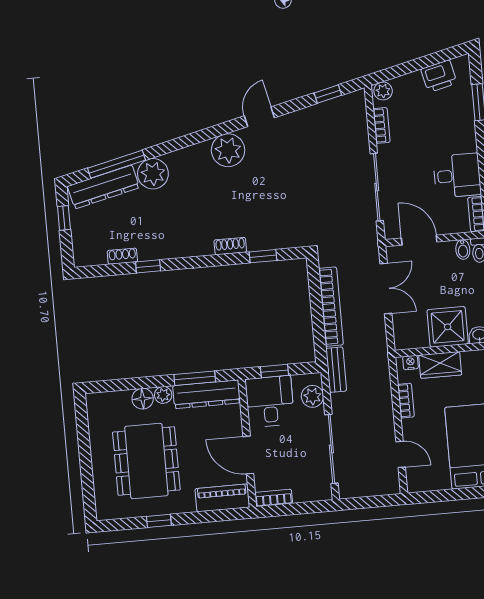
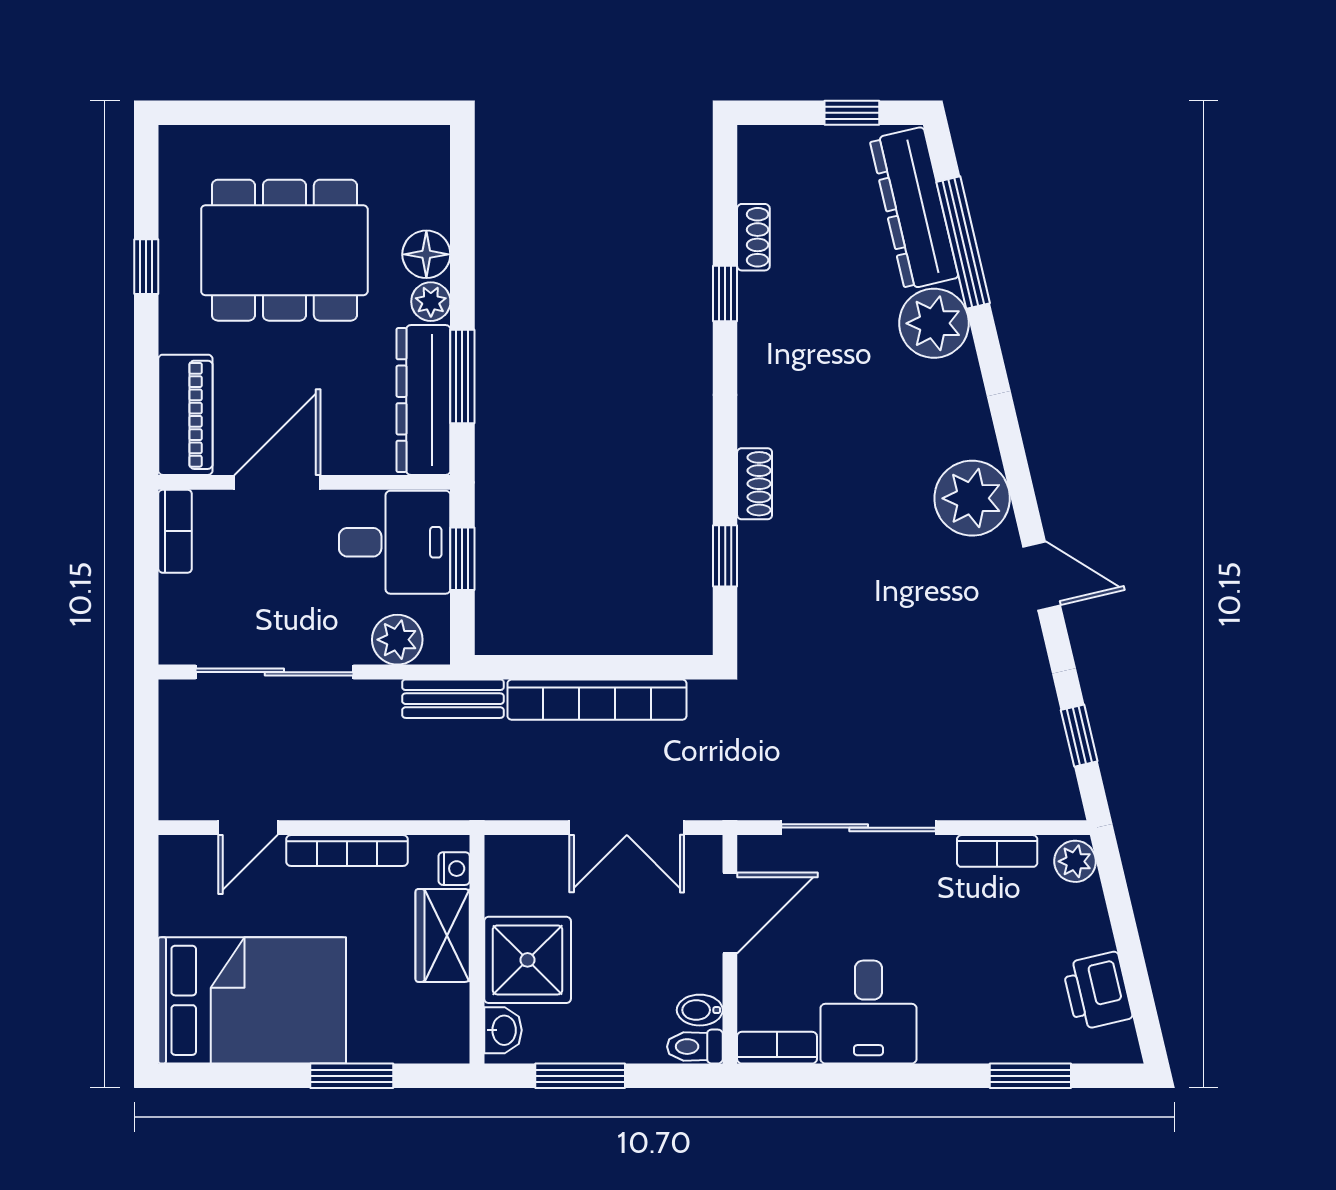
bookcase: (406, 401) -> (347, 850), width x1.56

